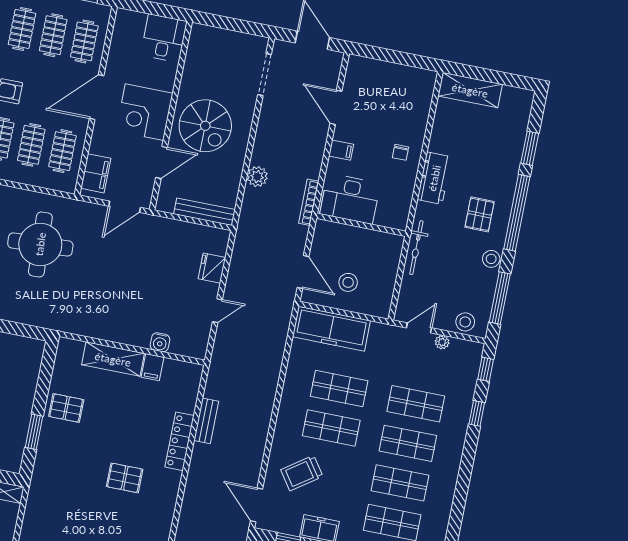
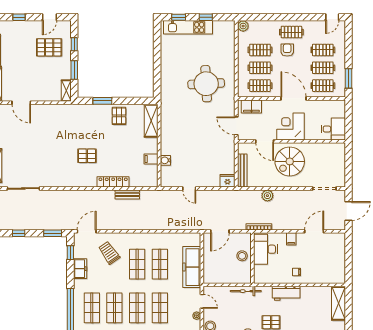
fridge: (212, 268) -> (227, 181), moved
stool: (348, 282) -> (242, 256), moved
freezer: (331, 329) -> (192, 267), moved
shelving: (113, 359) -> (151, 121), moved
pallet: (125, 478) -> (87, 156), turned 90

